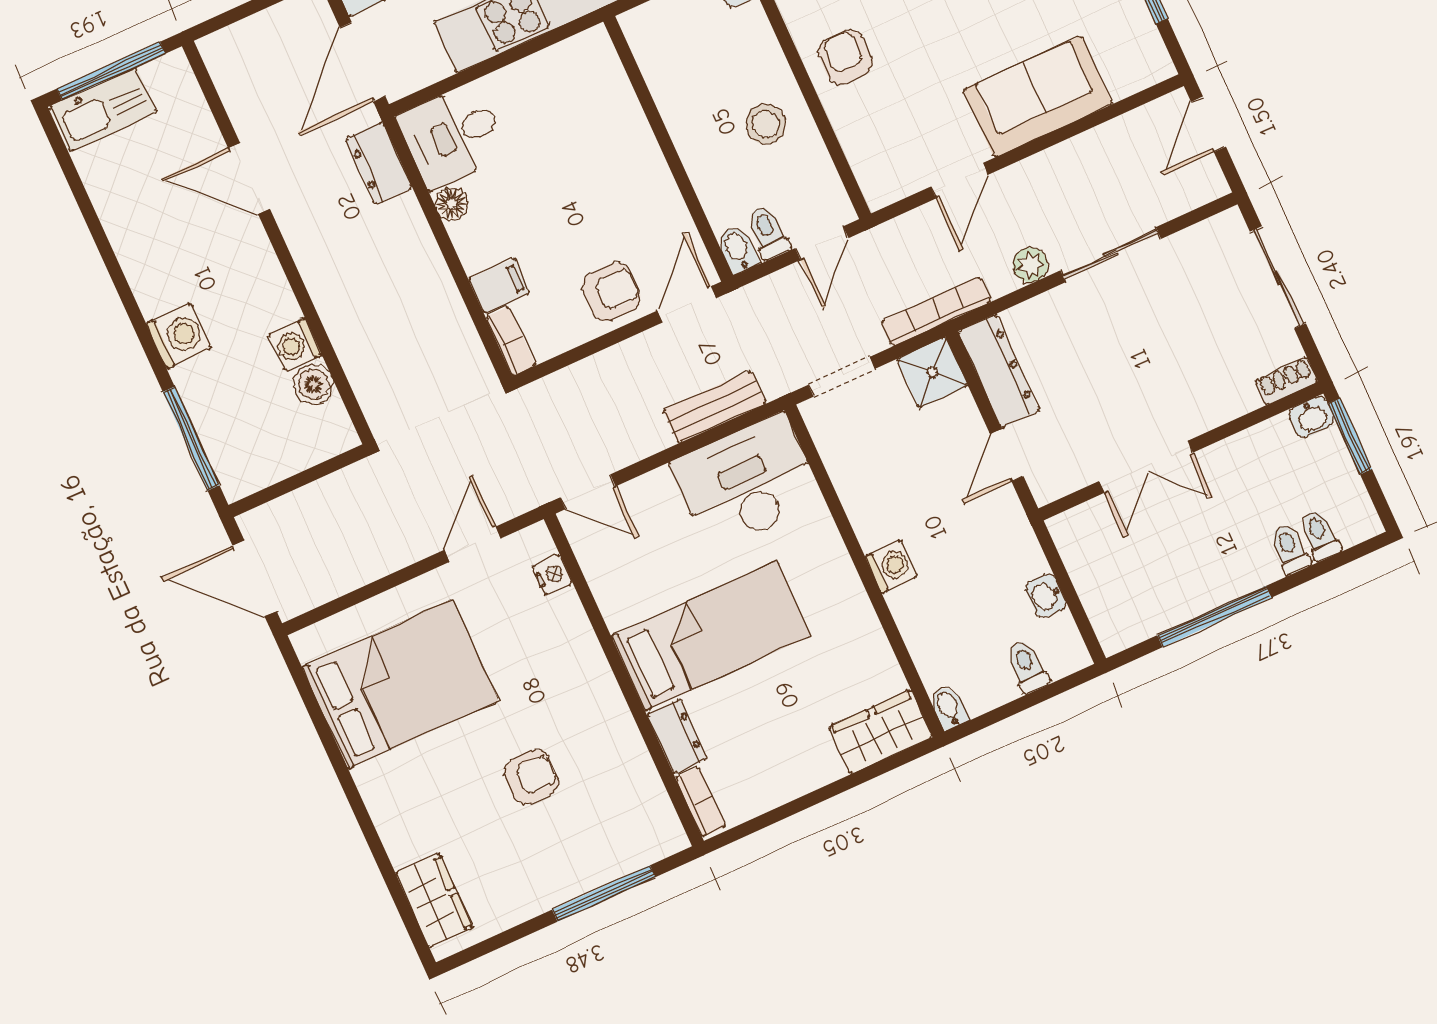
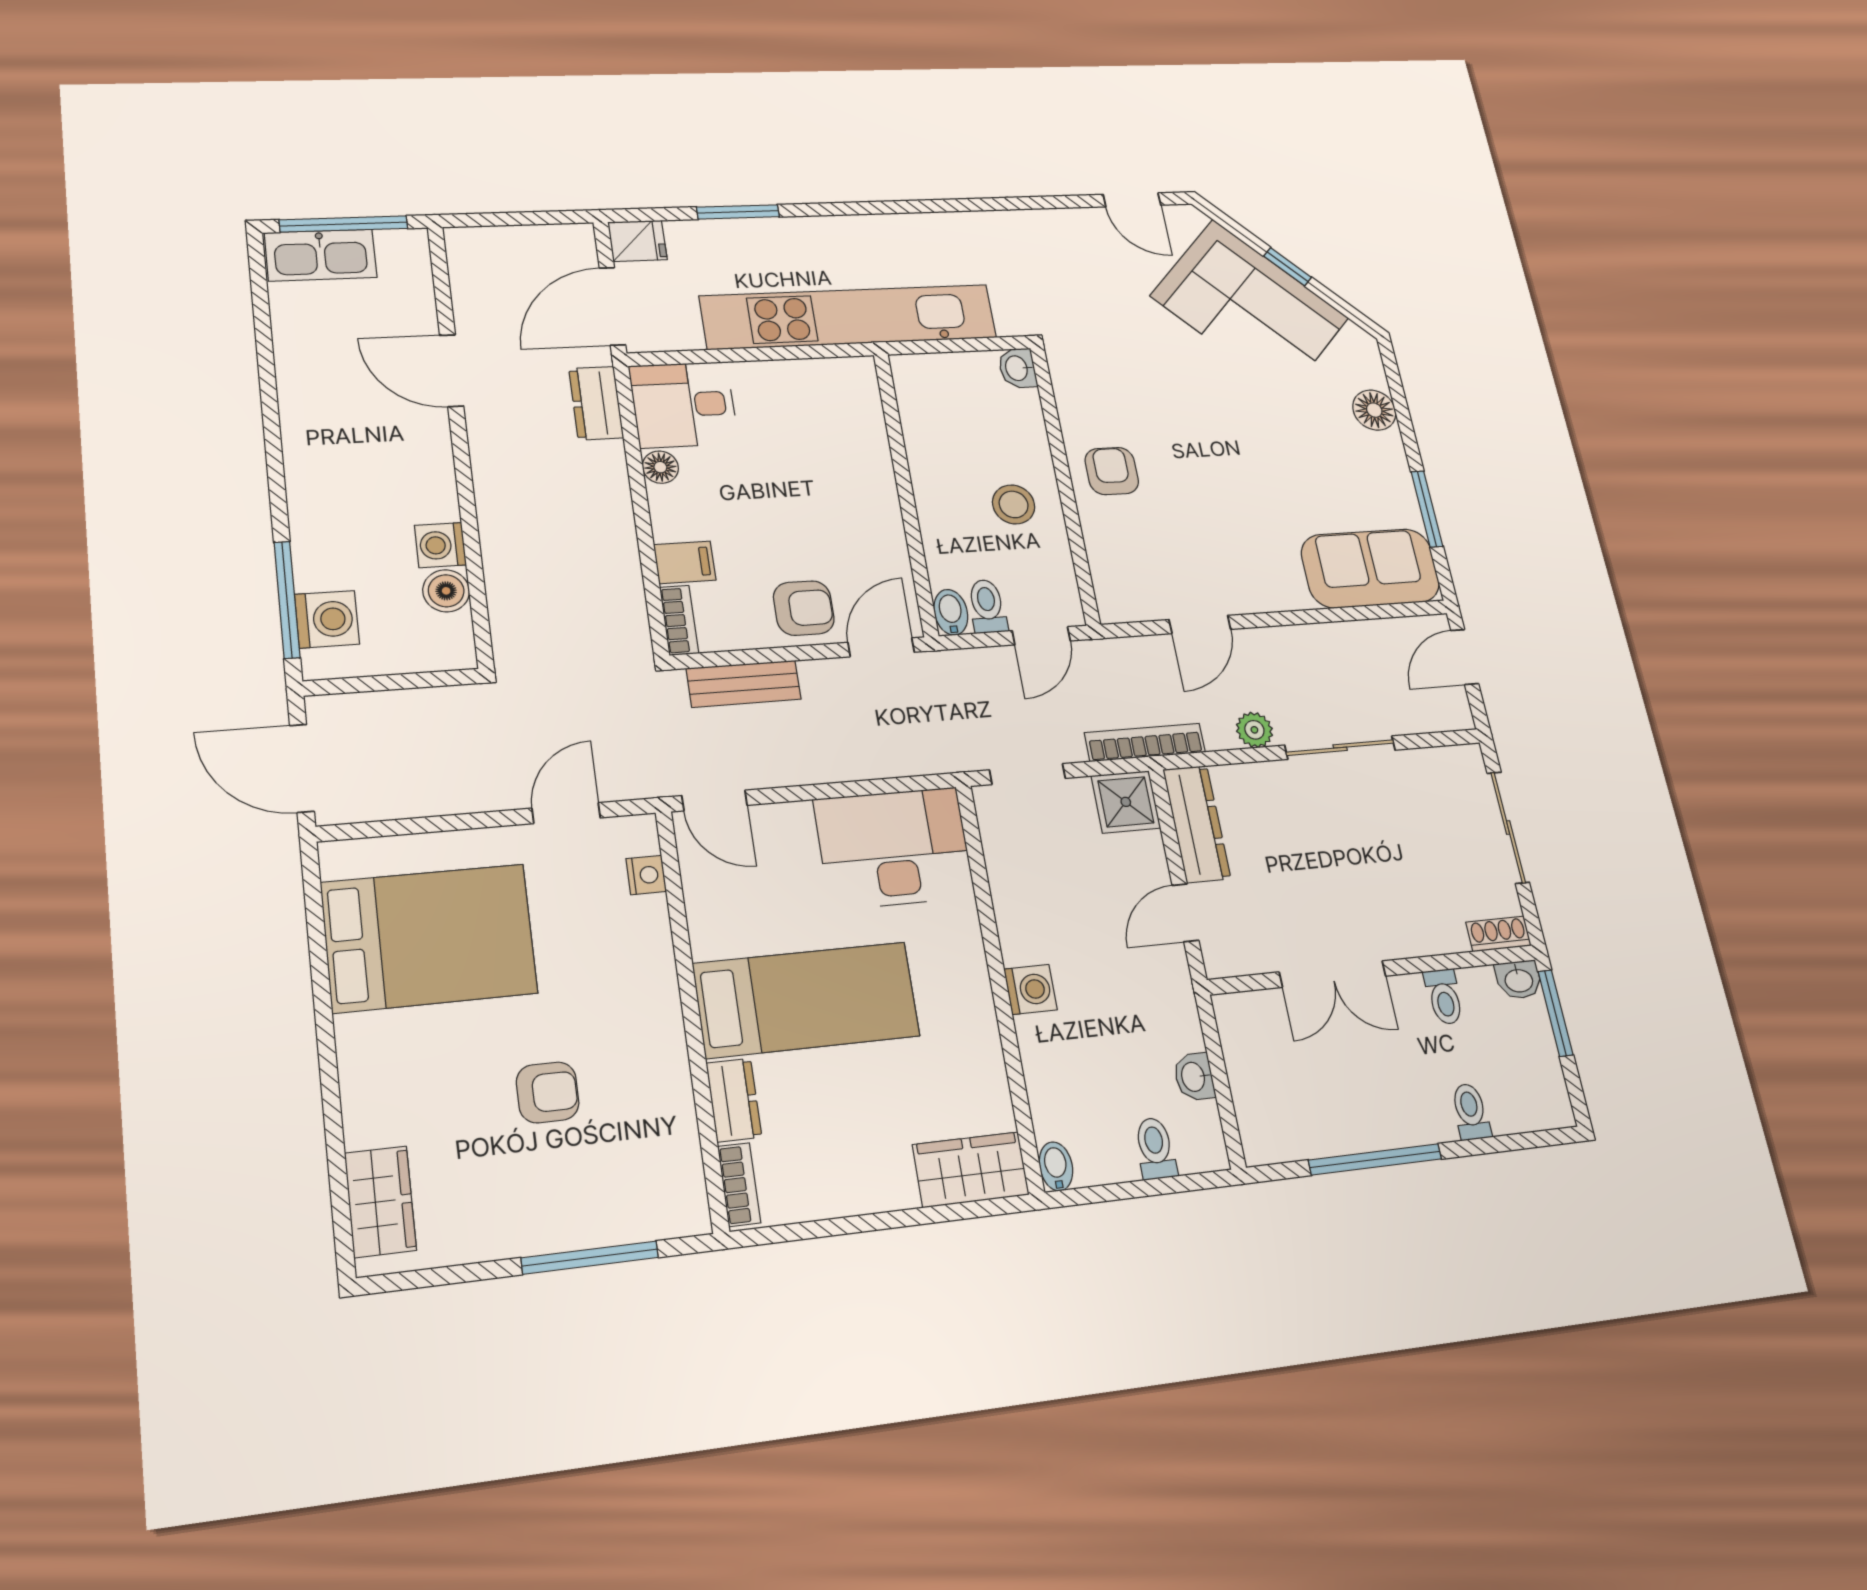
sofa: (1038, 97) -> (1370, 568), moved
washing machine: (179, 336) -> (327, 619), moved
bench: (715, 407) -> (744, 684), moved
toilet: (1320, 535) -> (1444, 997), moved, turned 180

